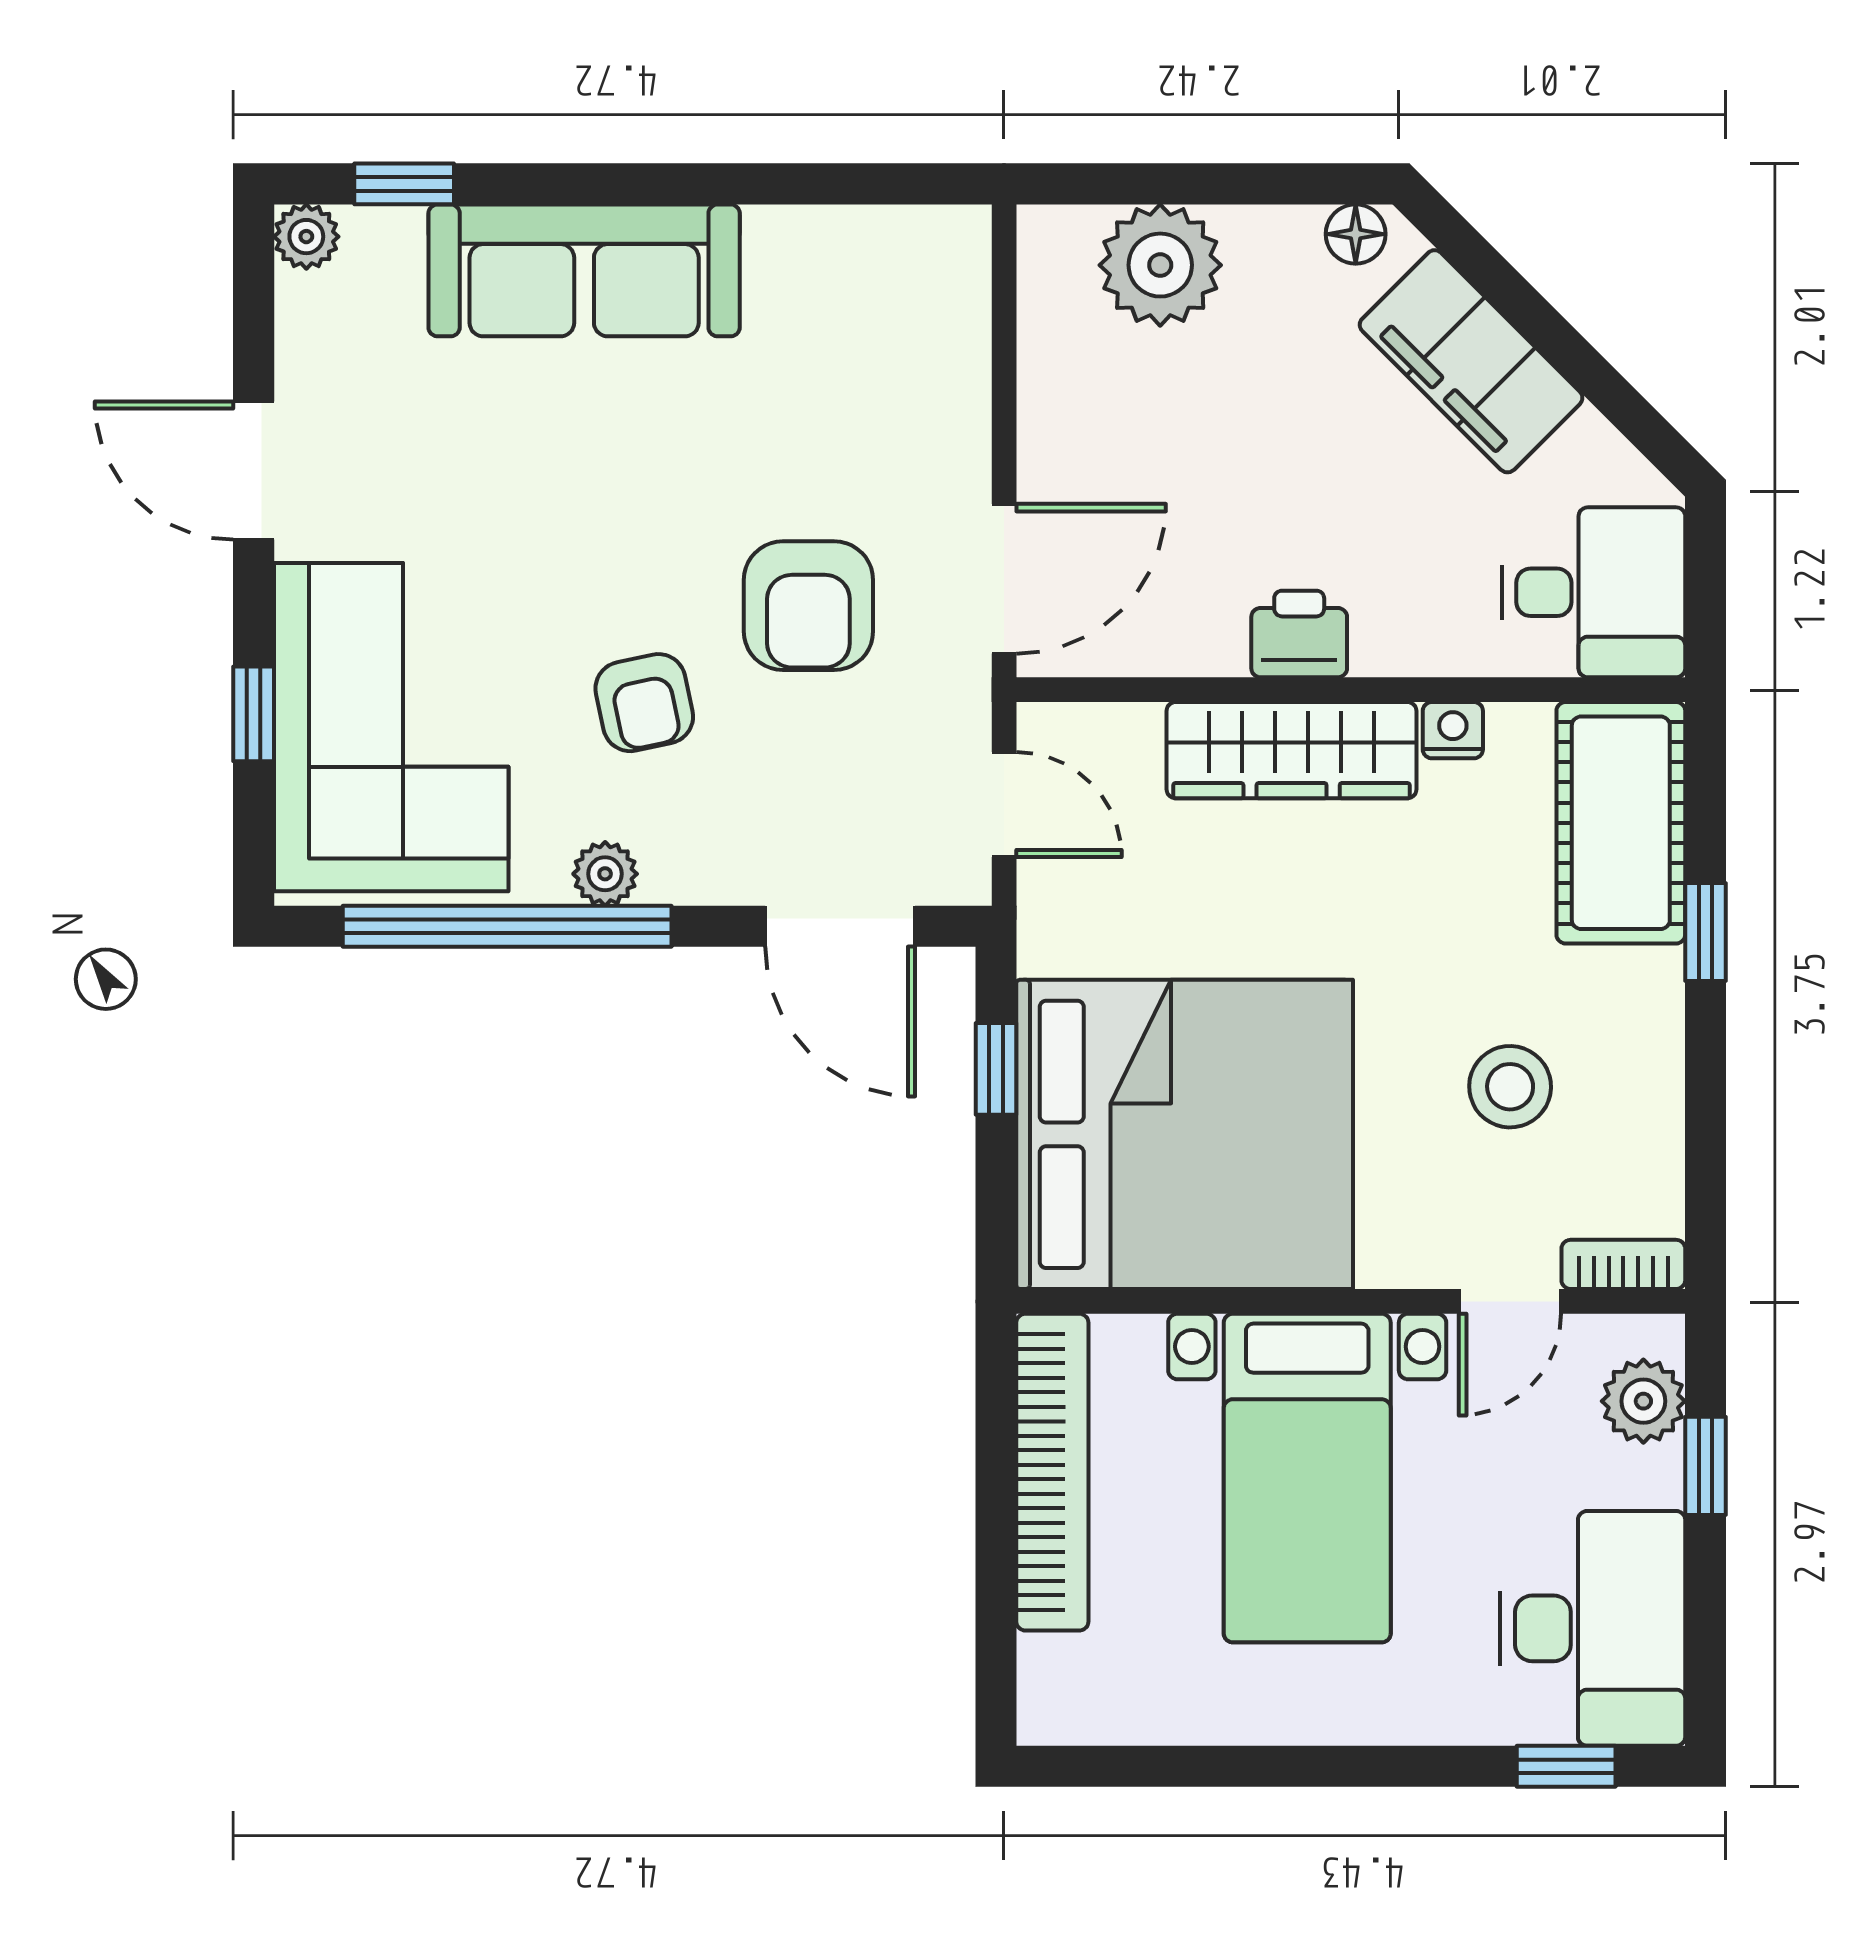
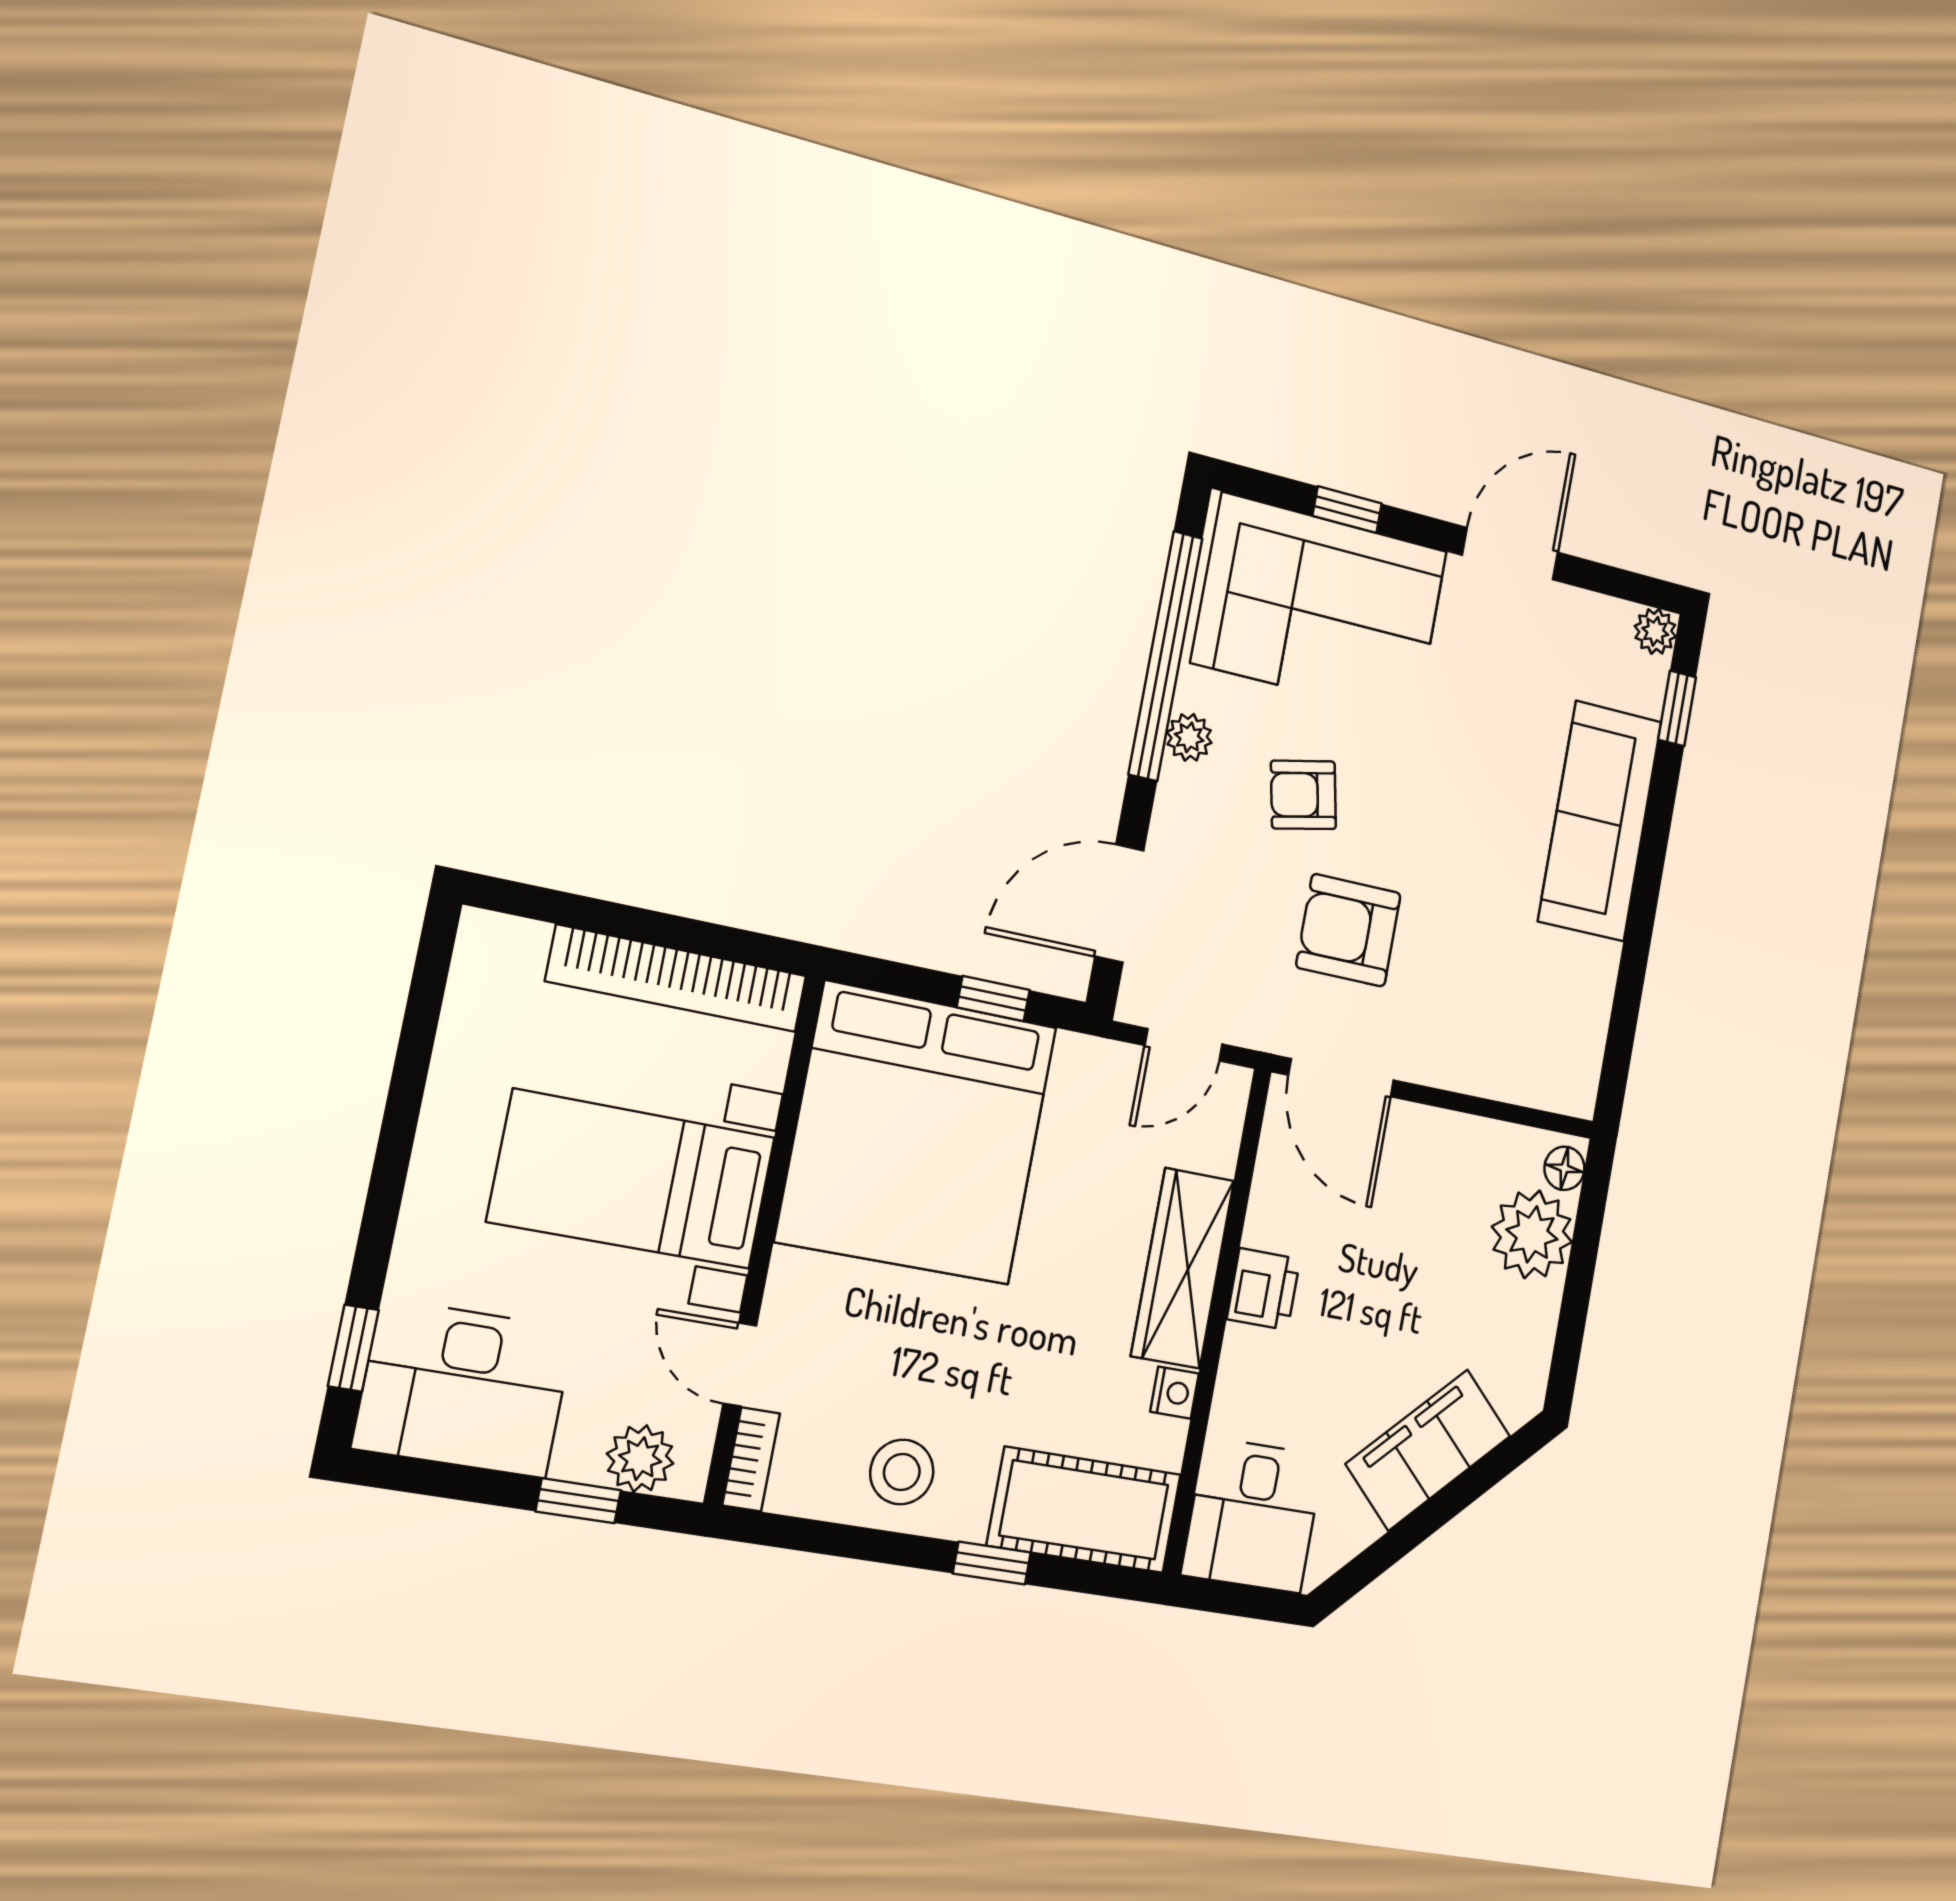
floor lamp: (1356, 234) -> (1564, 1168), moved
stool: (1510, 1087) -> (902, 1472), moved

